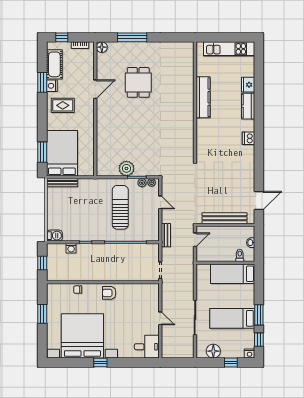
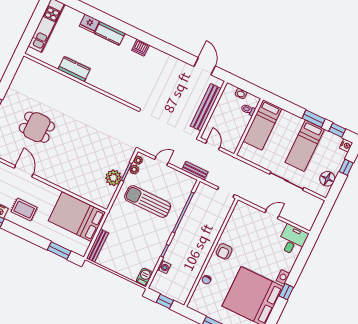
kitchen counter: (203, 97) -> (74, 69), width x0.67
rug: (63, 105) -> (24, 210), turned 90
bed: (62, 153) -> (77, 217), moved

